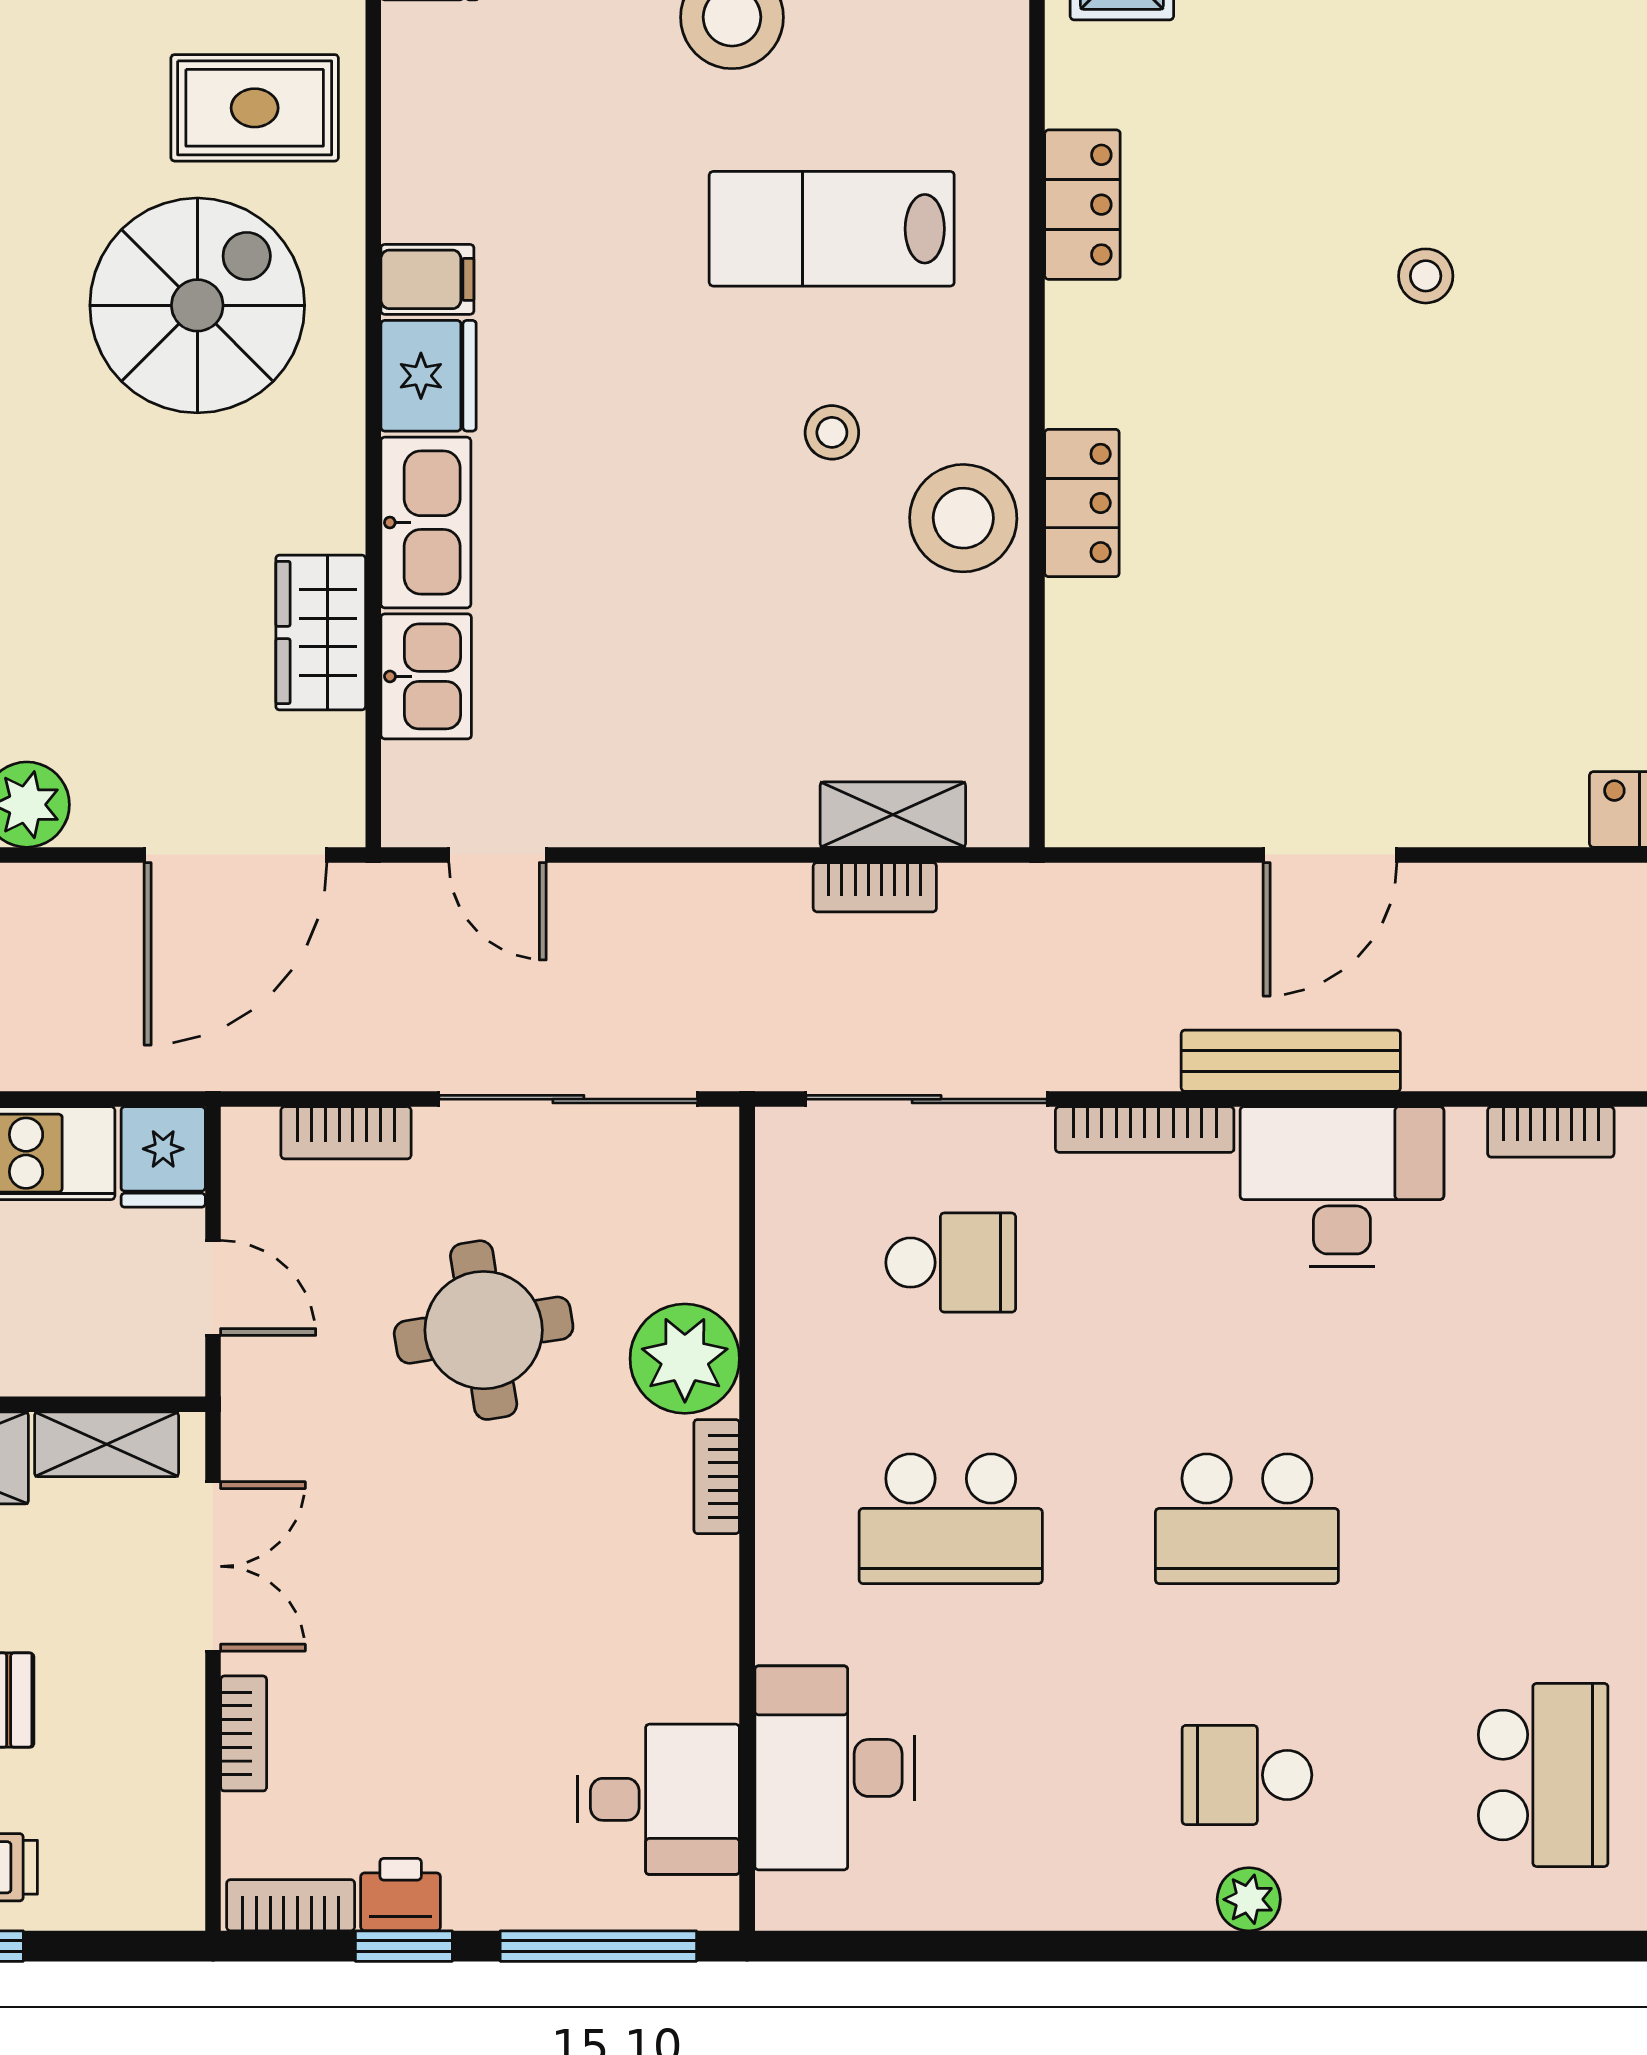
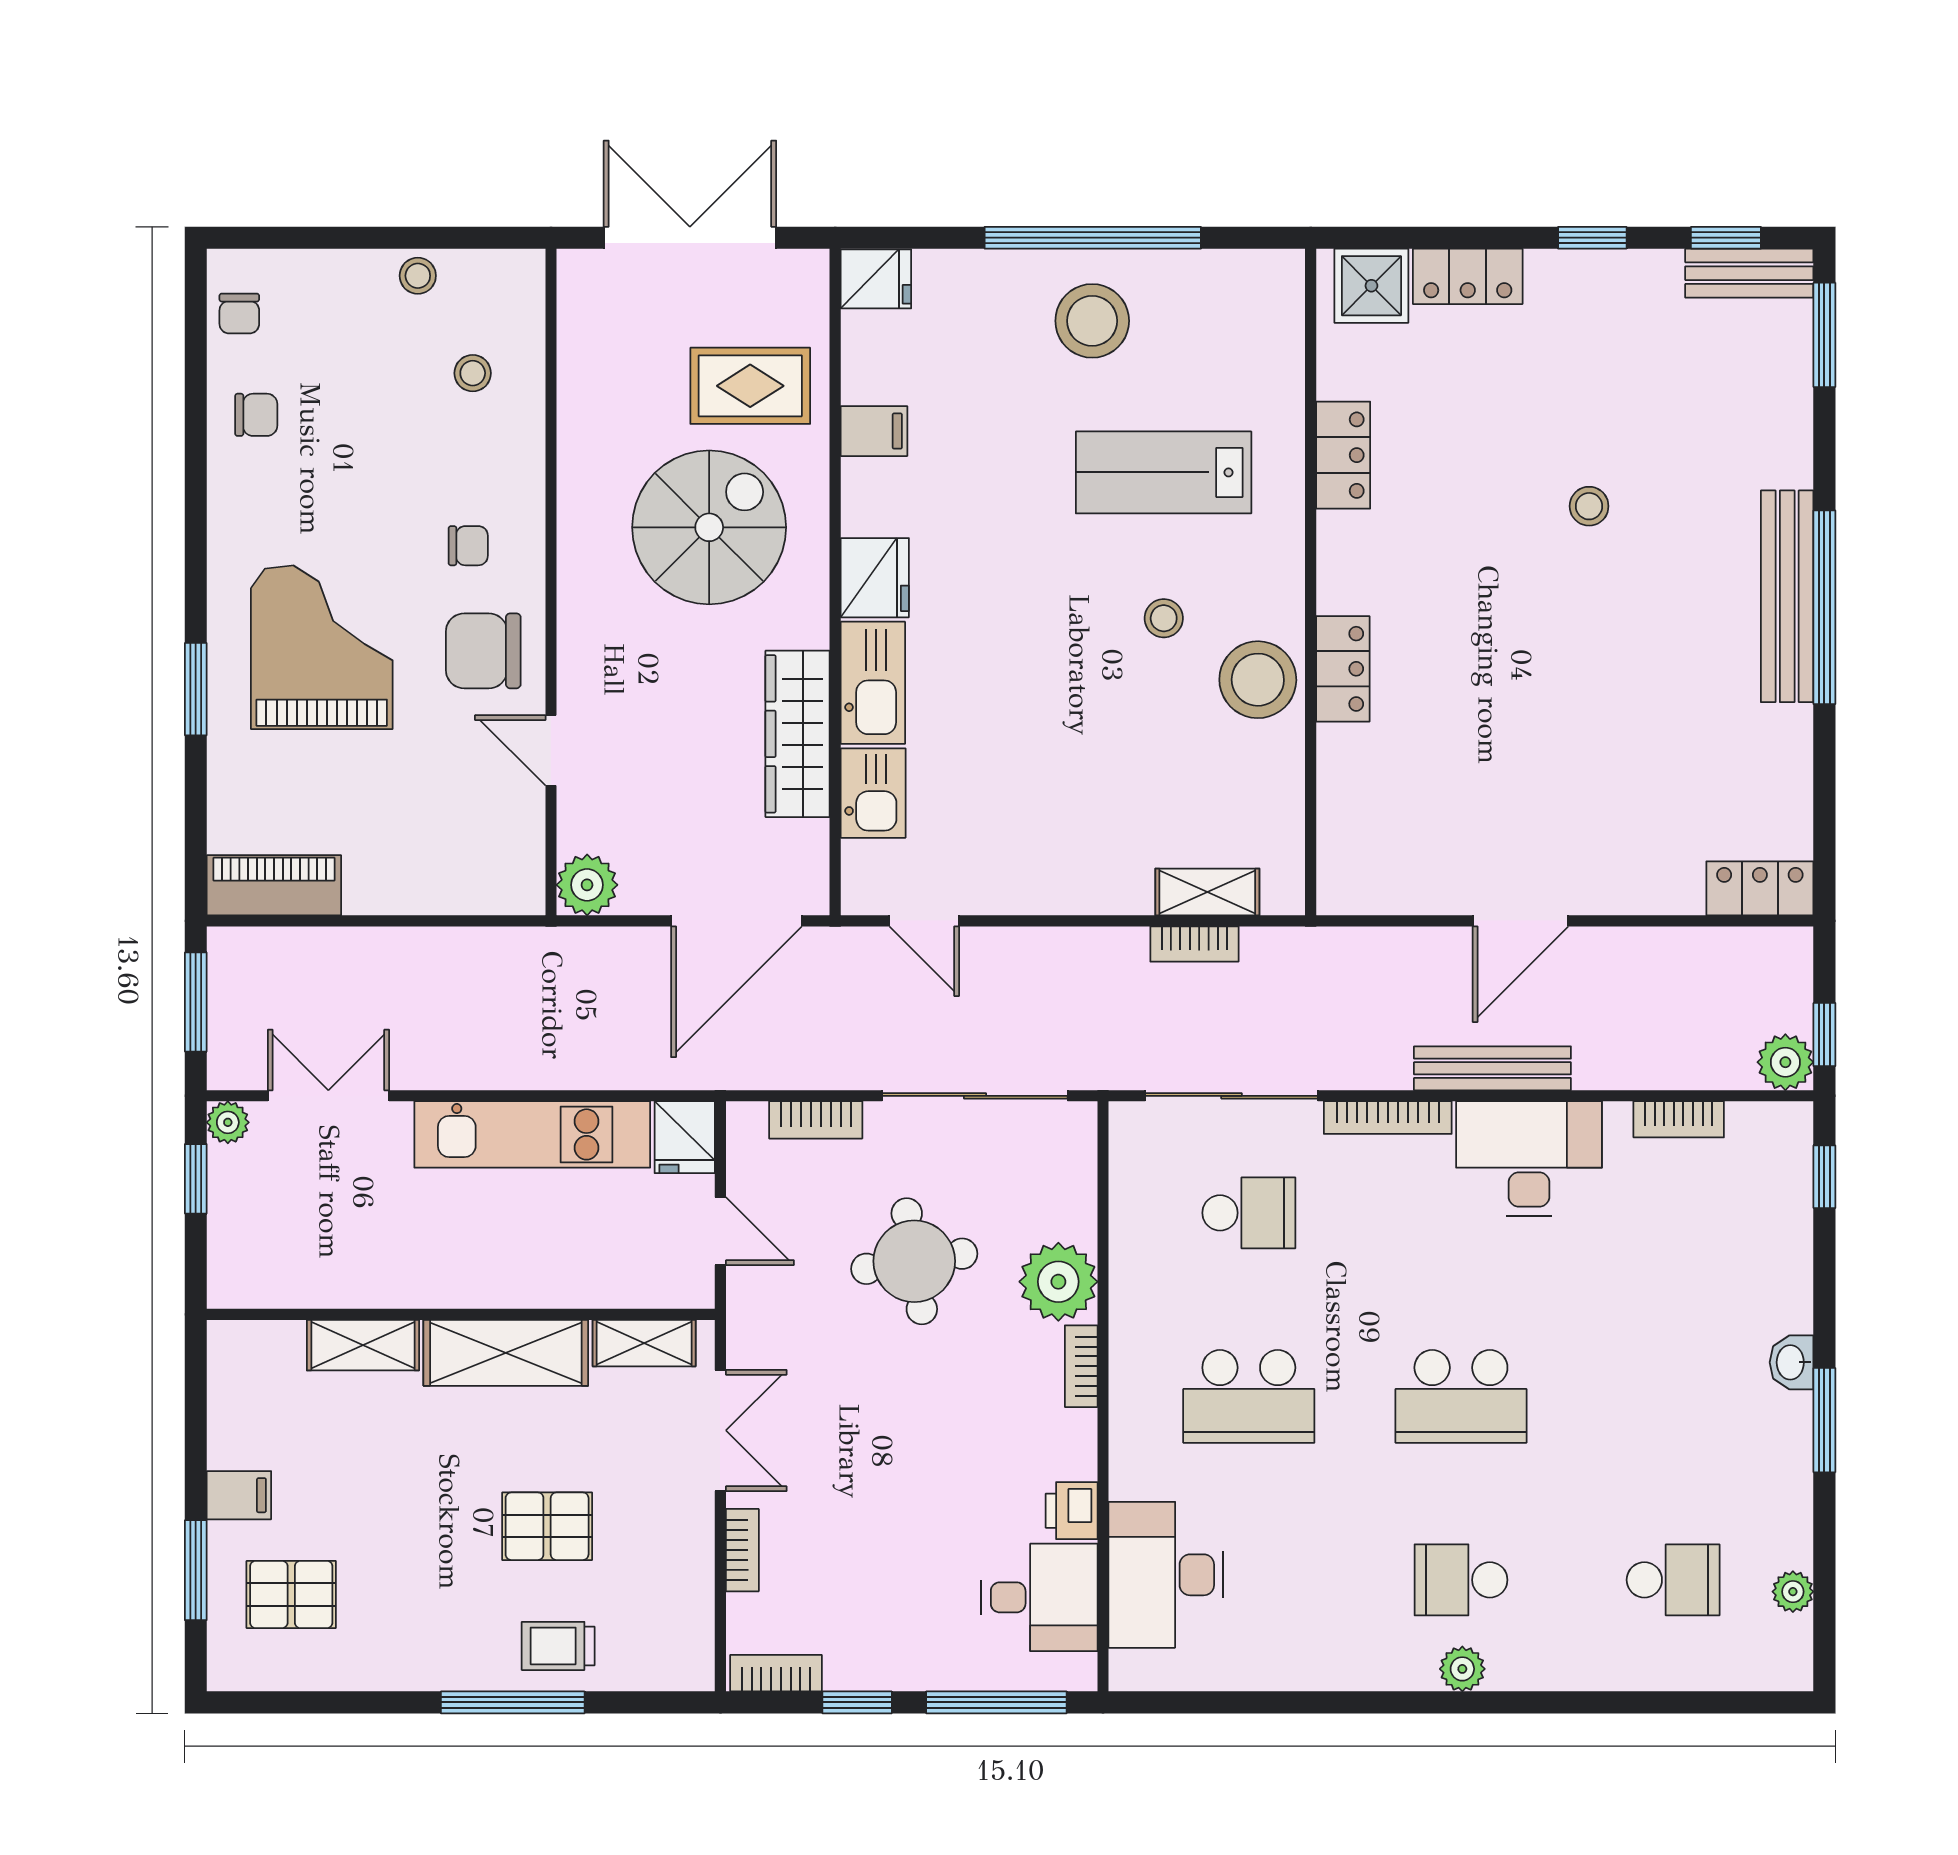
filing cabinet: (427, 279) -> (874, 431), moved
wardrobe: (321, 633) -> (798, 734), width x1.50
school desk: (1543, 1775) -> (1673, 1580), width x0.54
printer: (401, 1895) -> (1072, 1511), moved, turned -90

